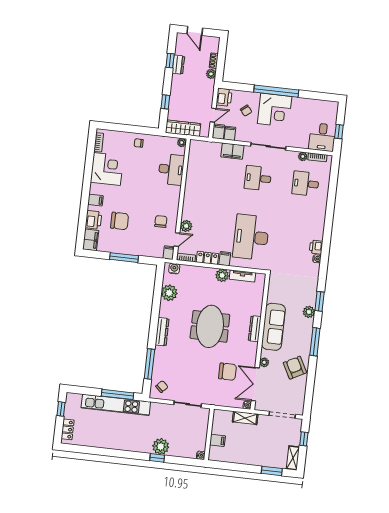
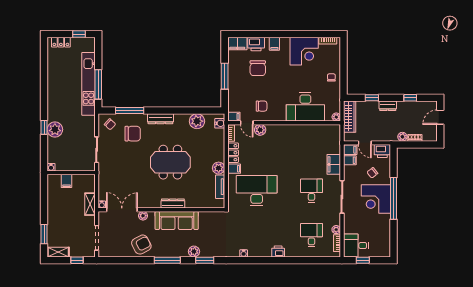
dresser: (178, 65) -> (388, 106), moved
desk: (171, 169) -> (305, 107), width x1.36, depth x1.30
printer: (316, 247) -> (278, 251), moved
chair: (228, 372) -> (133, 134), moved, turned -90

